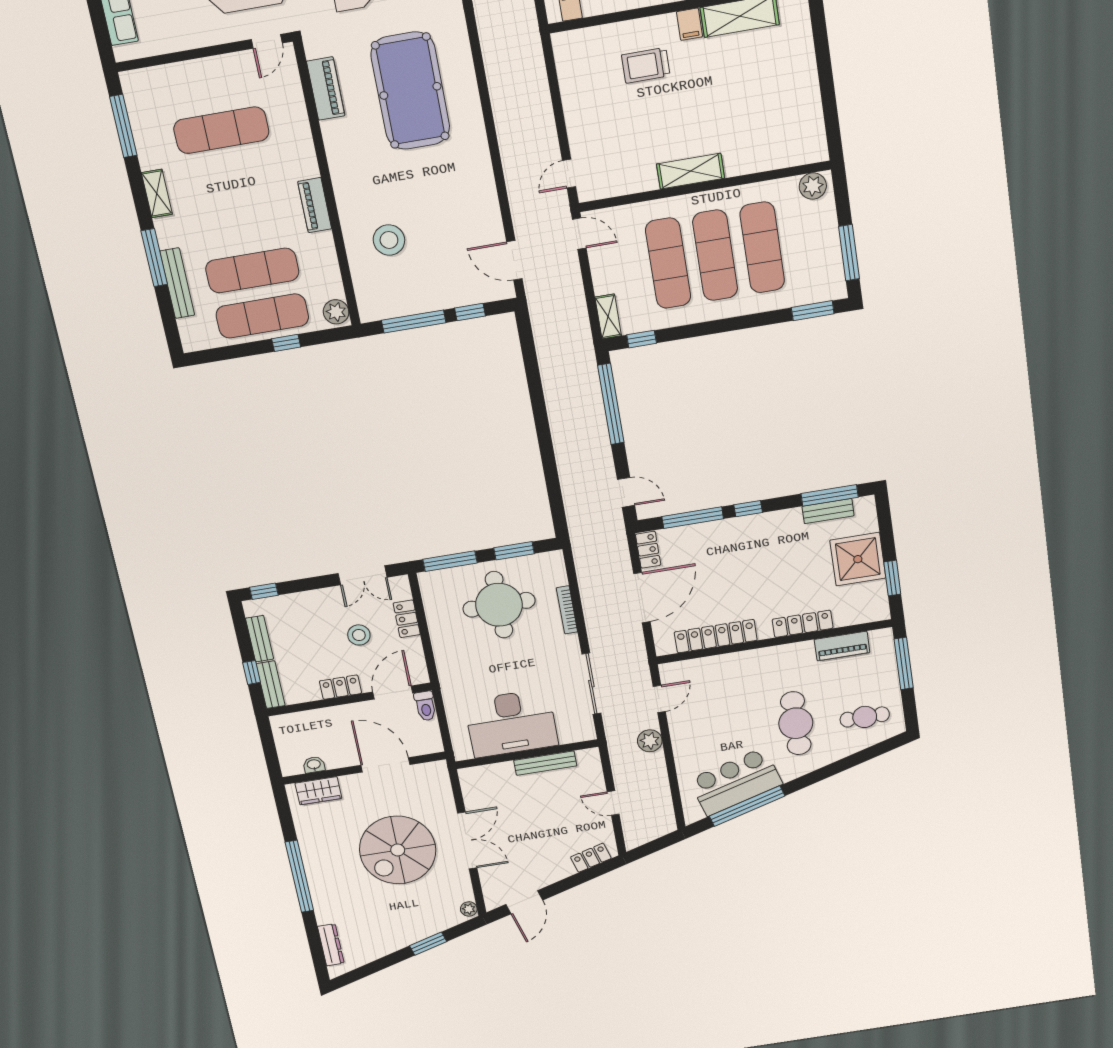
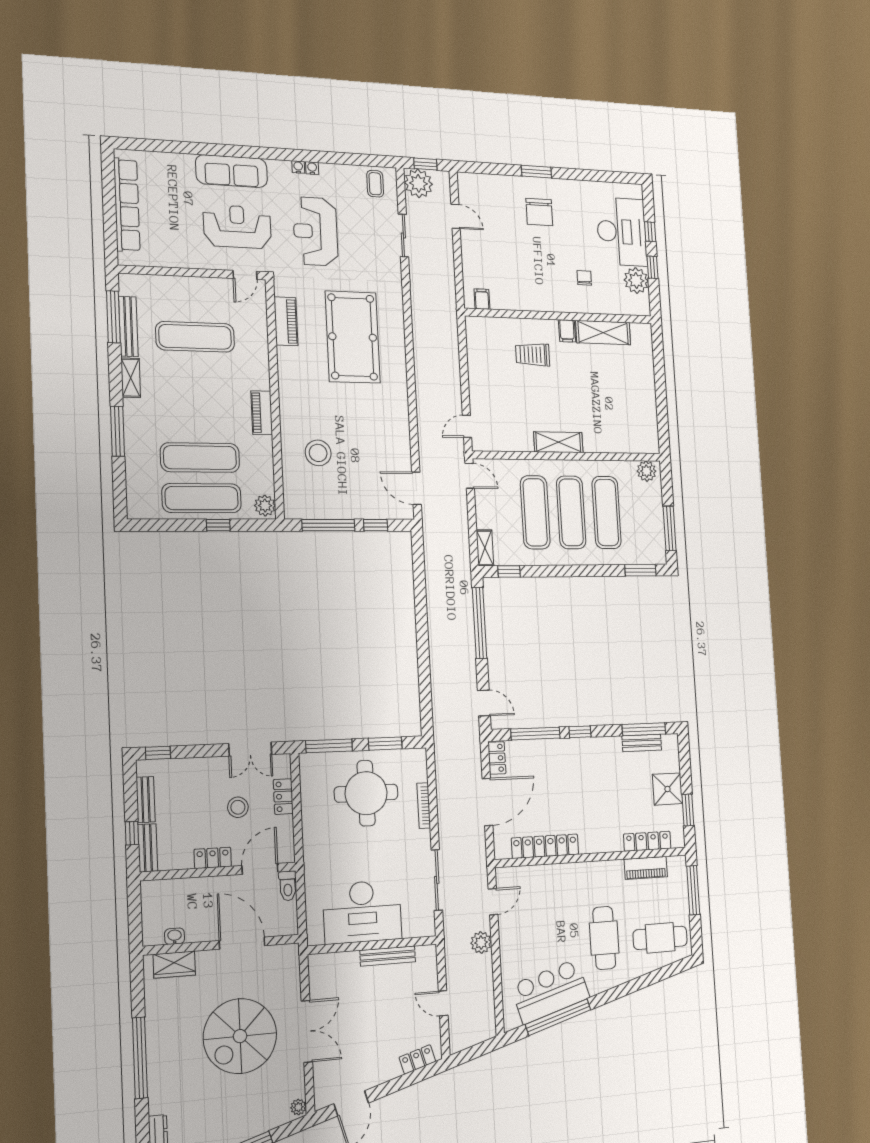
bench: (177, 283) -> (128, 326), moved
shower: (858, 559) -> (667, 789), width x0.73, depth x0.73
locker: (803, 624) -> (647, 841), moved
cafe table: (865, 717) -> (660, 938), width x1.37, depth x1.35

